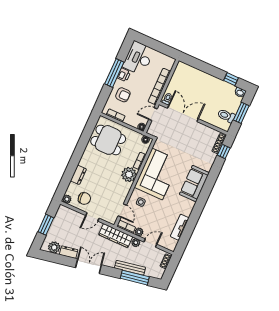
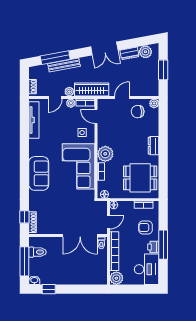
plant: (168, 62) -> (116, 278), added
window: (241, 113) -> (24, 261), width x1.44
dresser: (78, 175) -> (154, 146), moved
tv unit: (180, 227) -> (34, 120), width x1.41

